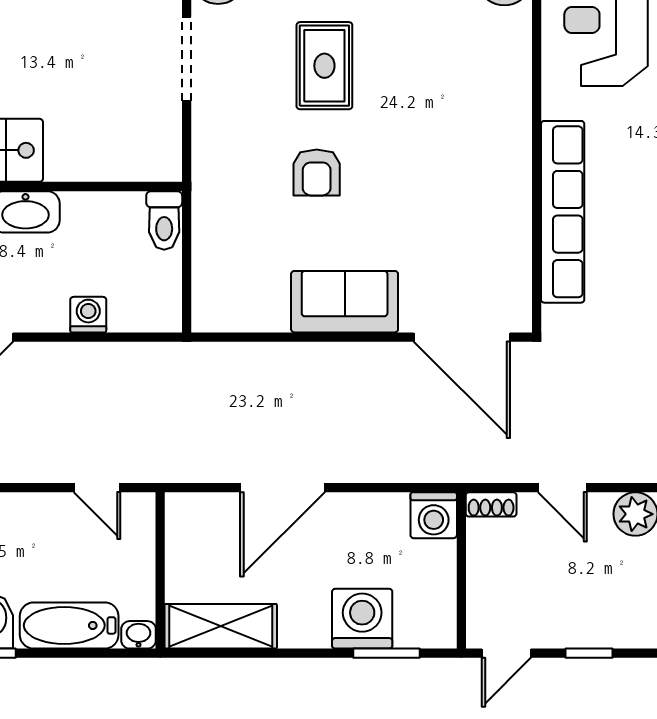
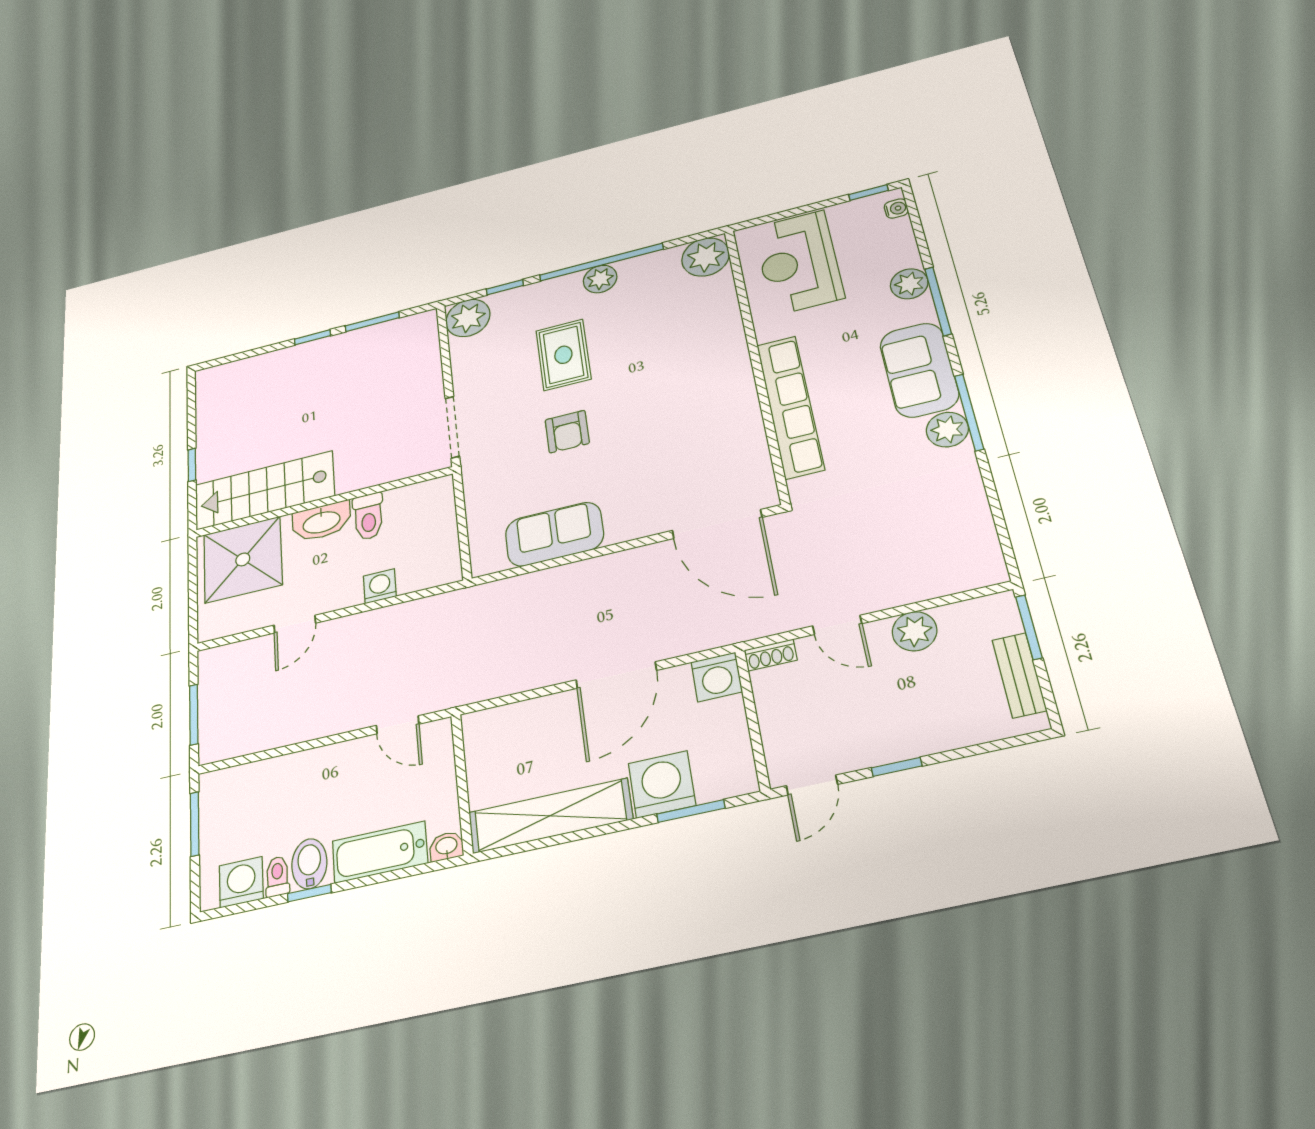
doorway: (187, 59) -> (452, 427), moved
toilet: (164, 220) -> (368, 516), moved
sofa: (345, 302) -> (554, 534), moved
door: (283, 488) -> (616, 675), moved
shelving: (221, 626) -> (550, 816), width x1.47

